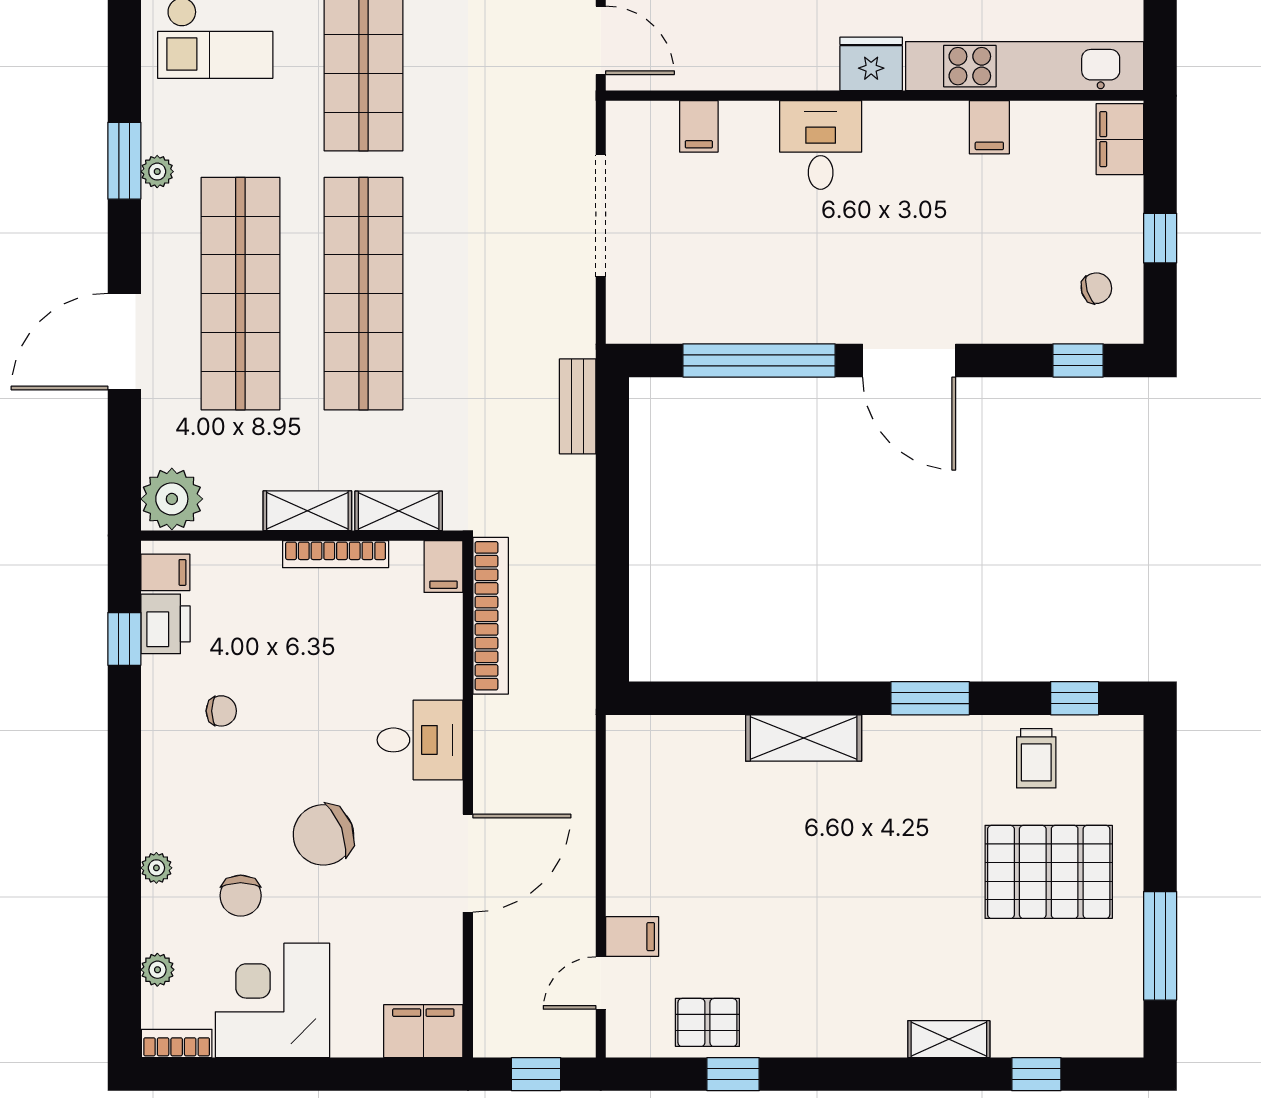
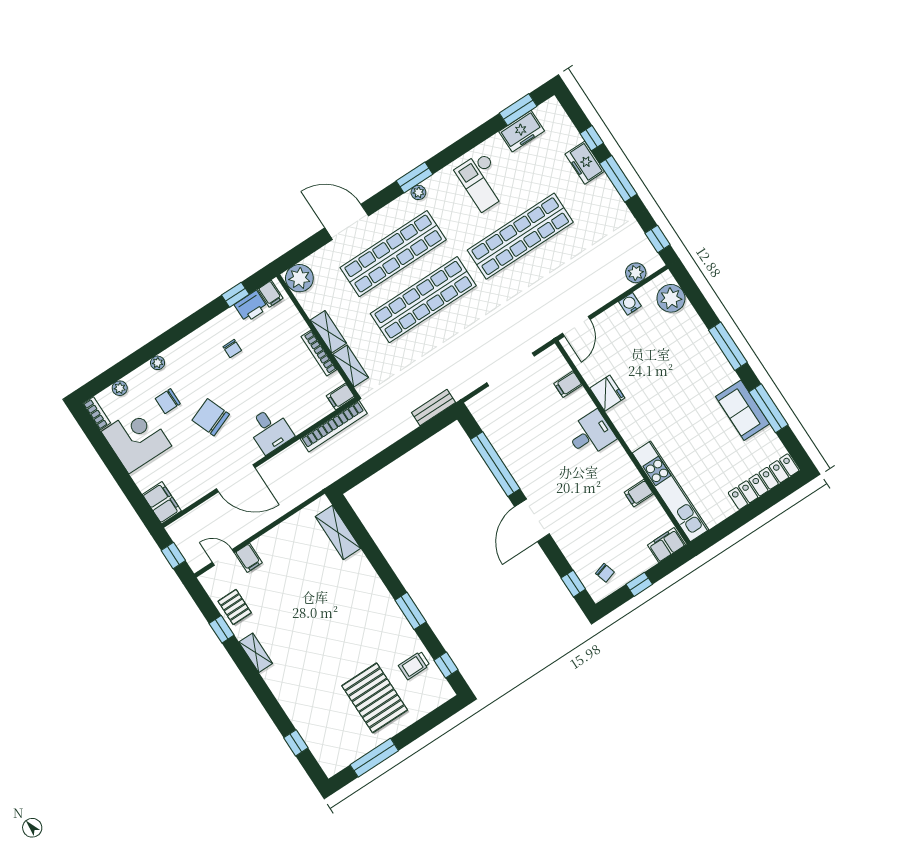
fridge: (871, 64) -> (607, 393), moved
shelving: (804, 738) -> (338, 532), moved
shelving: (949, 1039) -> (256, 653), moved

